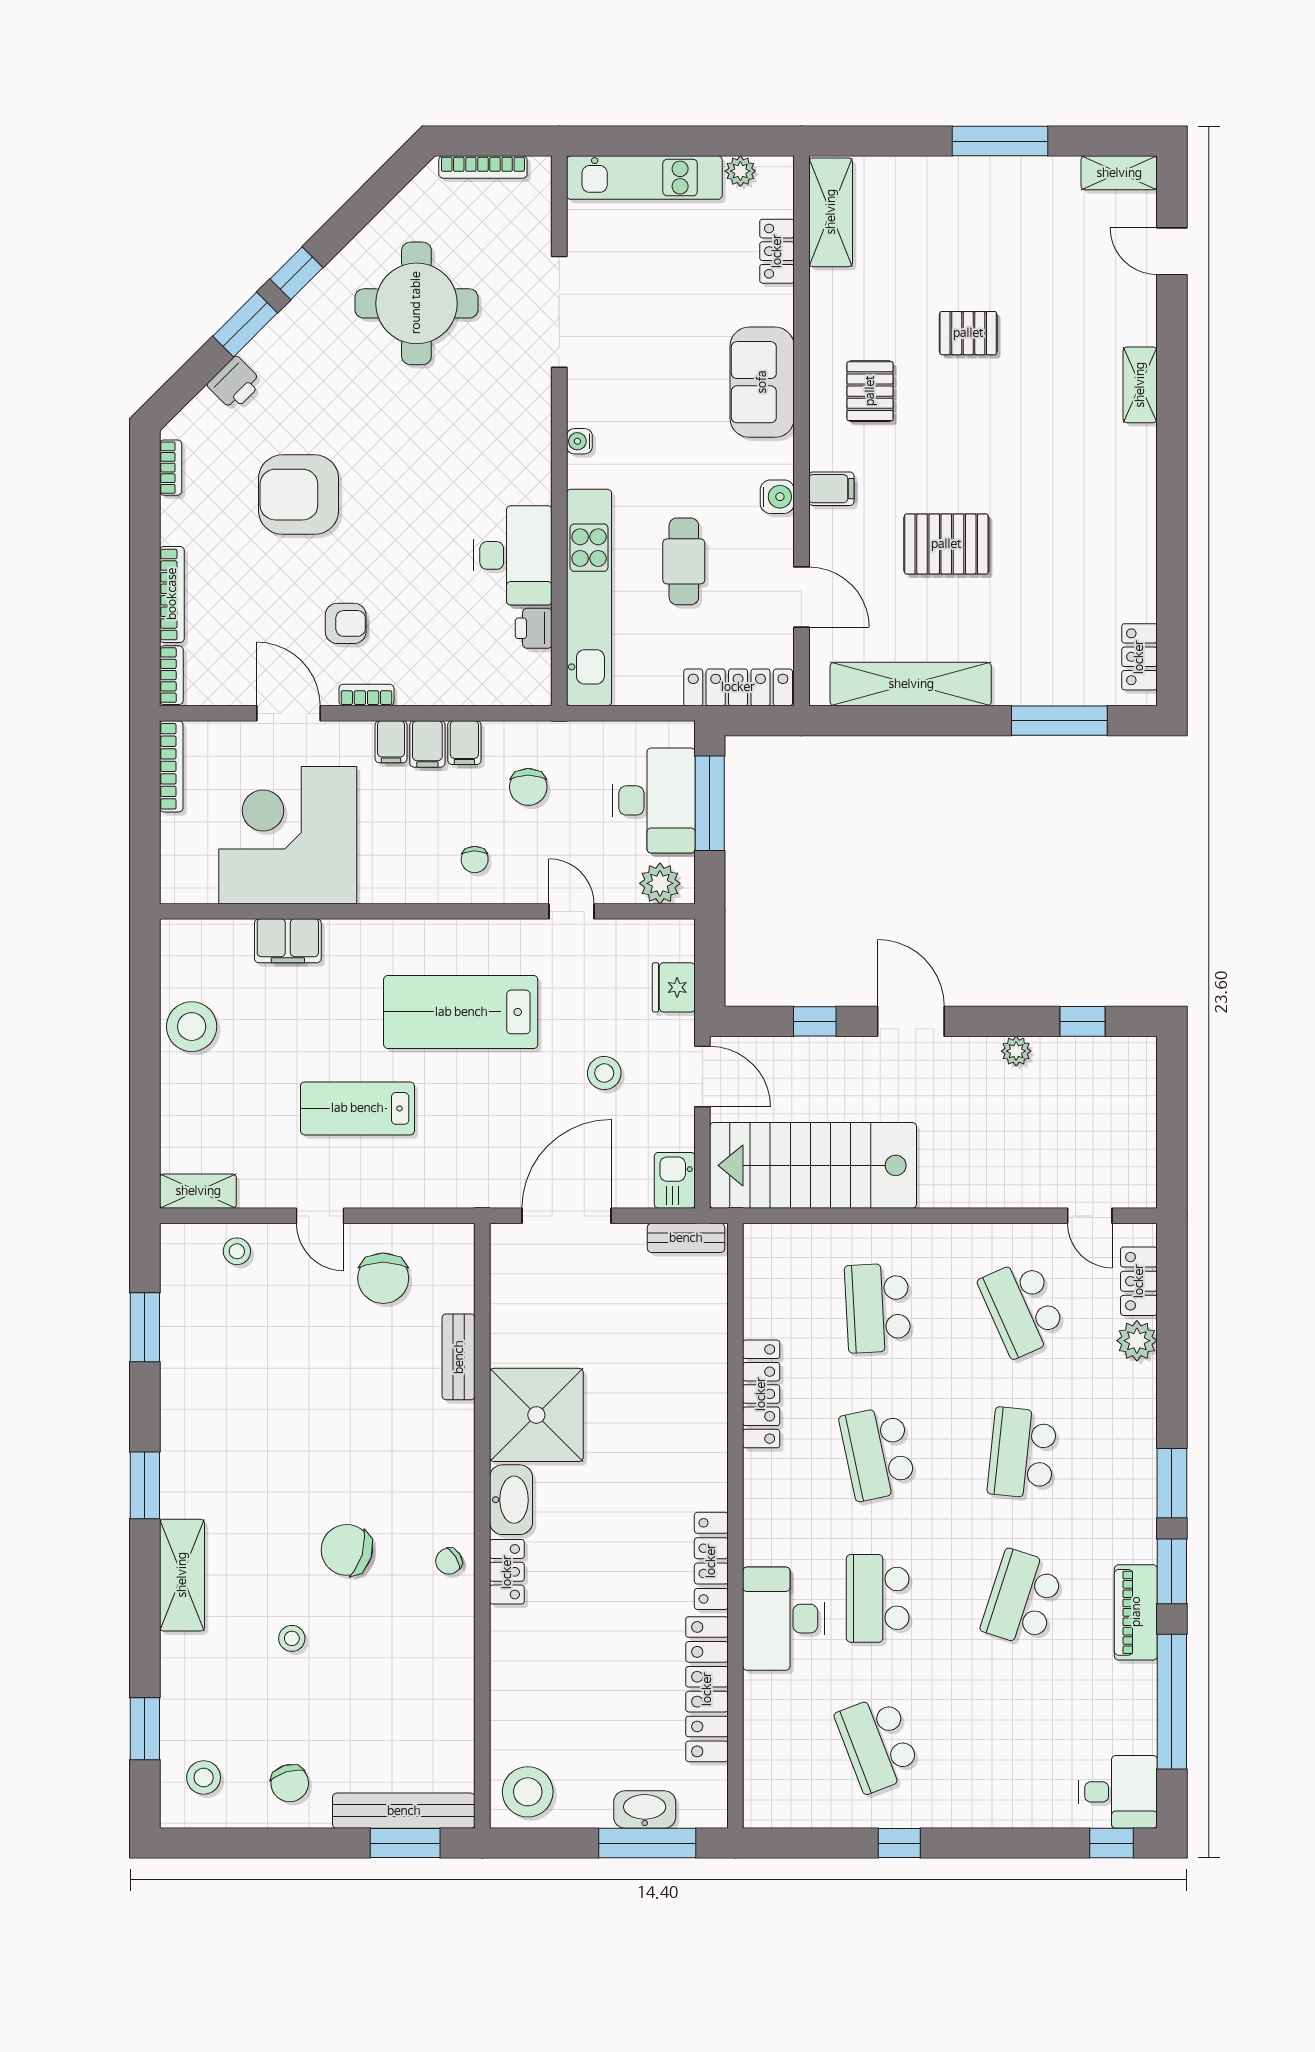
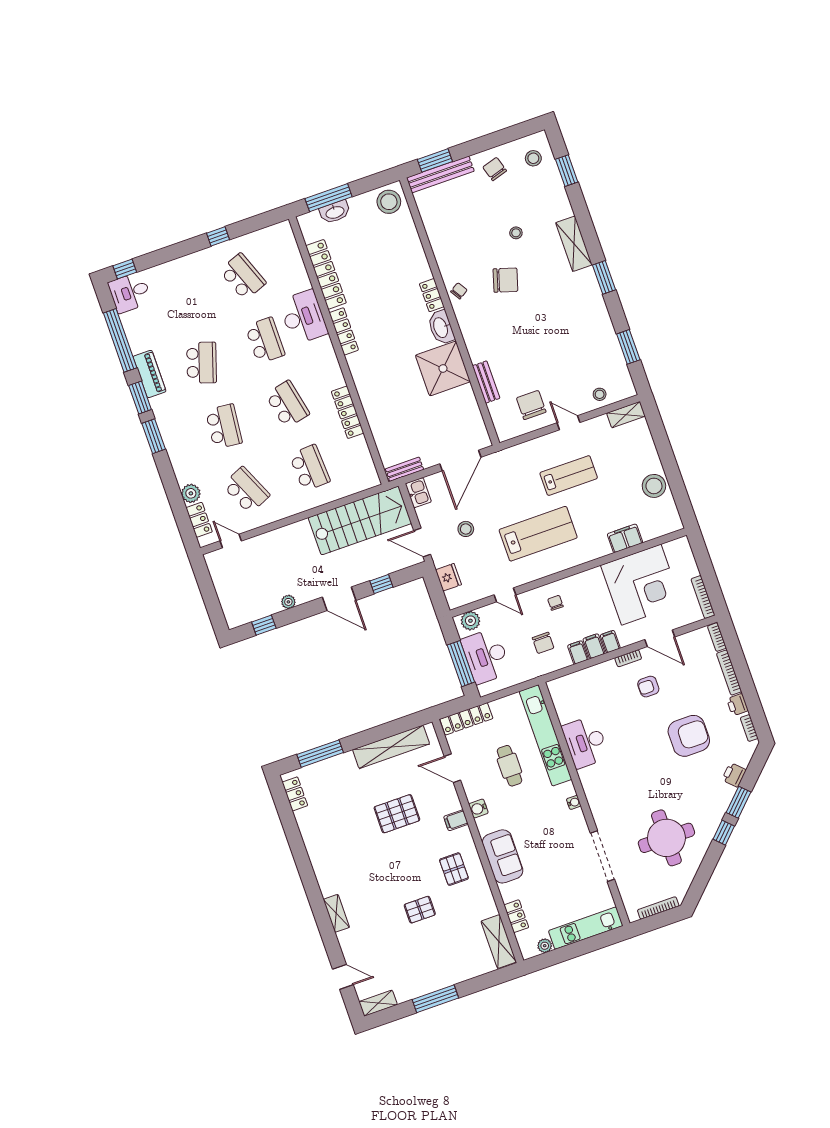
printer: (534, 628) -> (737, 705), moved, turned 180
chair: (528, 787) -> (543, 643), turned 180

